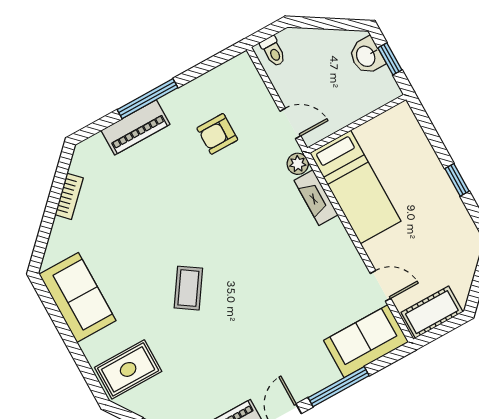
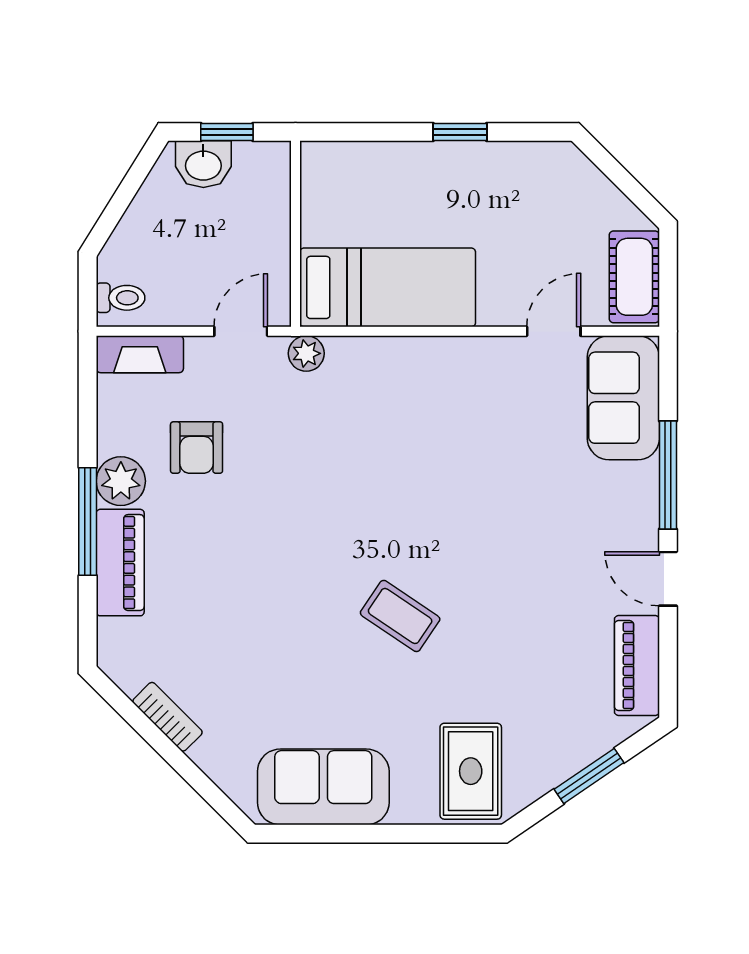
plant: (178, 104) -> (121, 481), added
fireplace: (316, 198) -> (140, 354), moved

